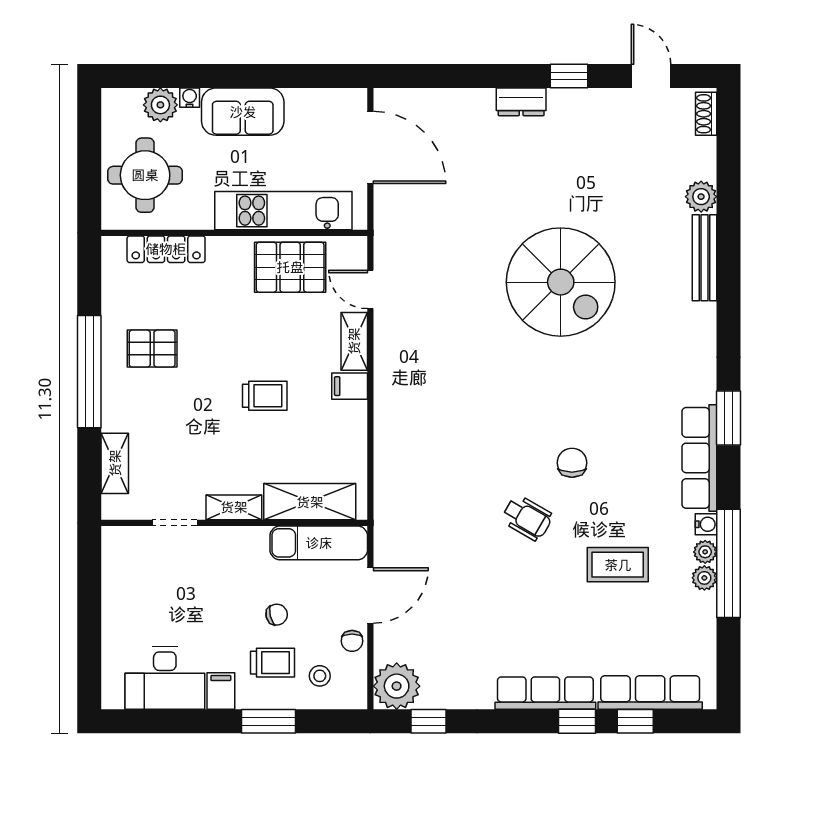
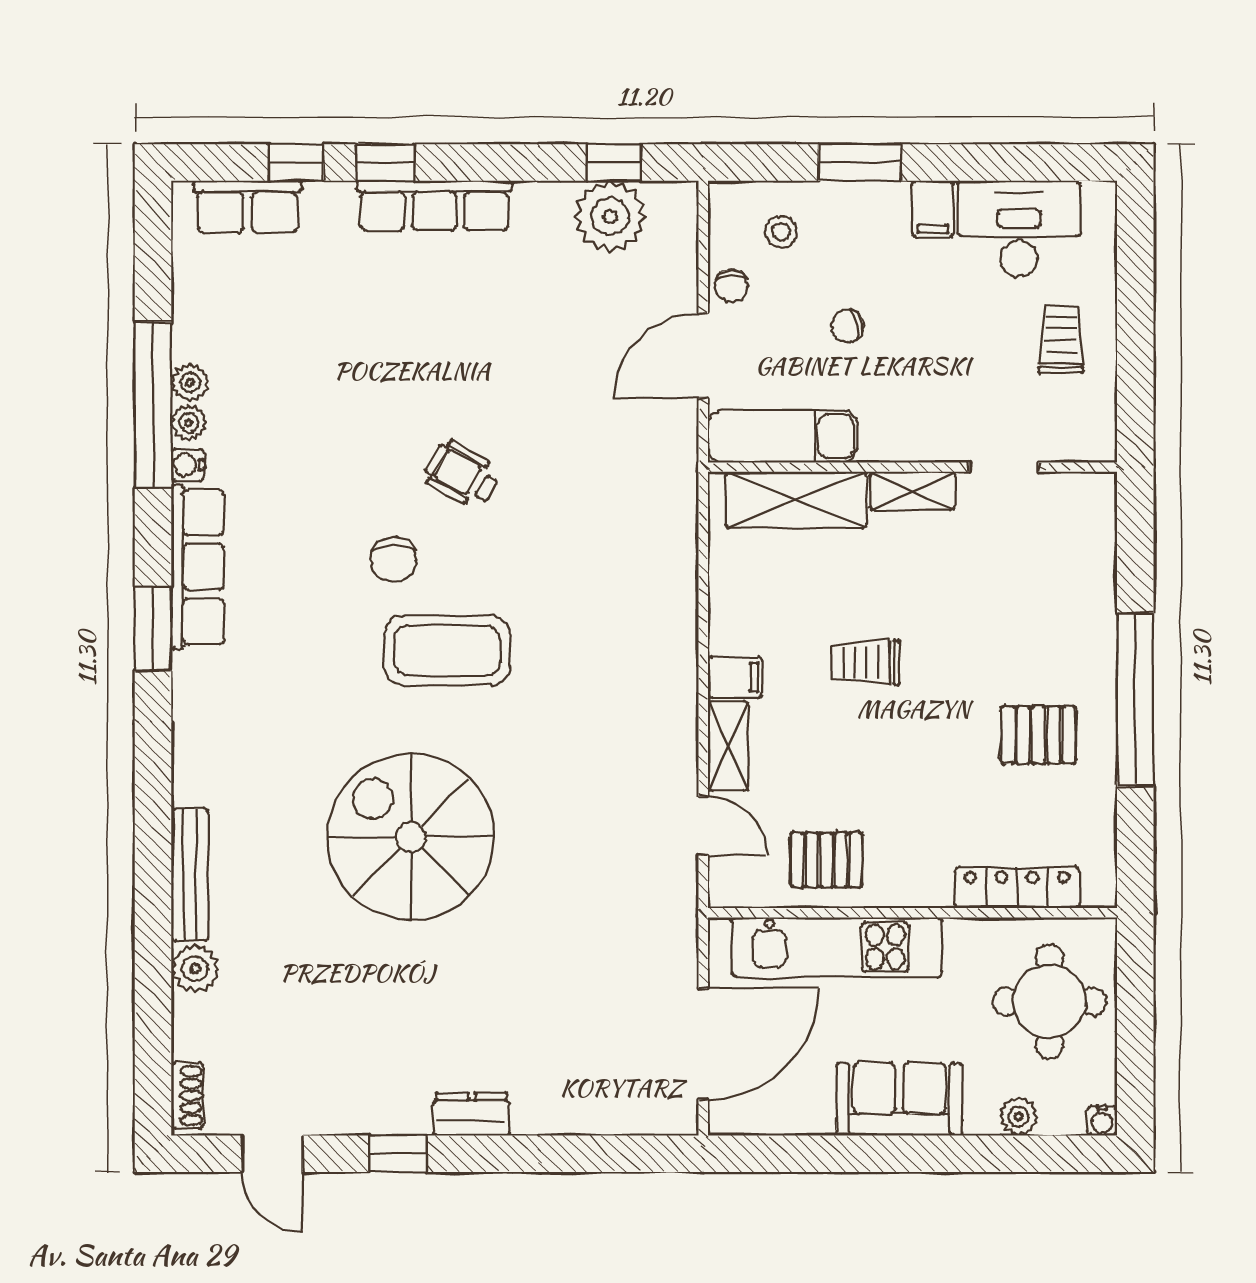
water cooler: (190, 98) -> (1102, 1121), moved
plant: (160, 105) -> (1019, 1116), width x0.73, depth x0.73
door: (370, 147) -> (703, 1044), swing flipped
pallet: (290, 267) -> (826, 860), width x0.67, depth x0.71
shelving: (115, 463) -> (1096, 559), removed
coffee table: (618, 565) -> (447, 650), moved, width x1.36, depth x1.32
chair: (352, 641) -> (731, 286), turned 180
trolley: (272, 663) -> (1061, 339), moved, turned 90
plant: (397, 686) -> (610, 216), moved
row of seats: (650, 693) -> (247, 207), width x0.68

